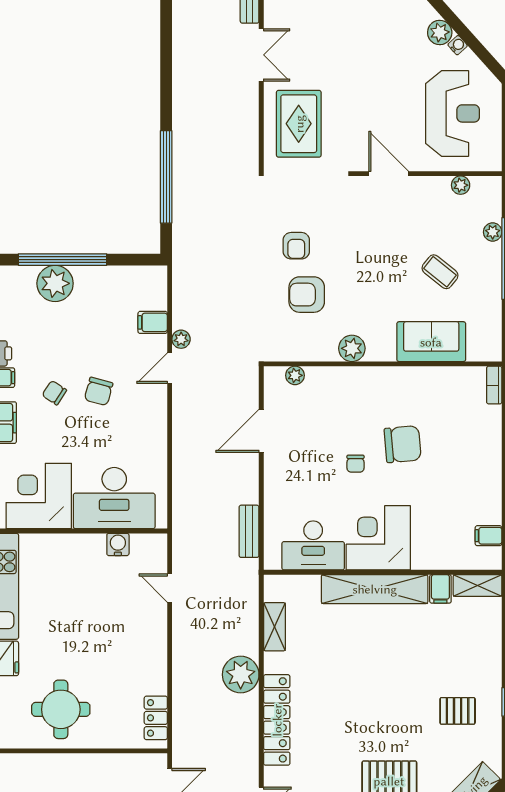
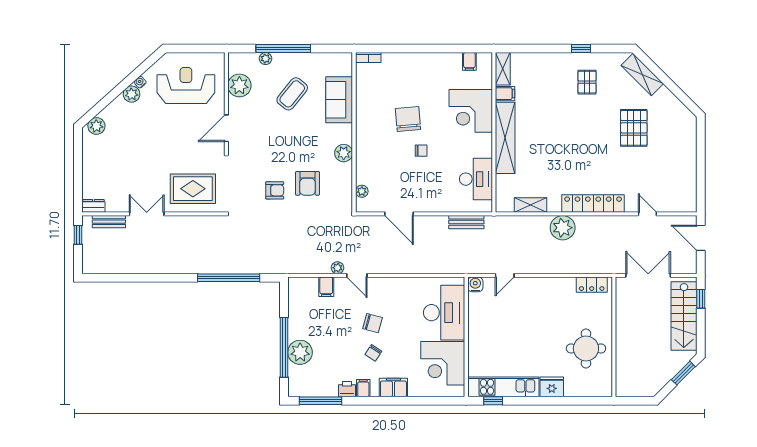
plant: (461, 185) -> (239, 85), width x1.88, depth x1.88
coffee table: (440, 272) -> (292, 94), width x1.36, depth x1.30
corner desk: (378, 538) -> (471, 111), moved
water cooler: (118, 544) -> (475, 284), moved, turned 90

